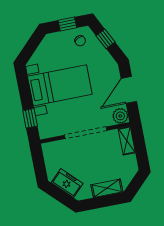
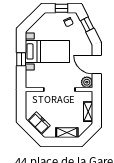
door: (129, 90) -> (97, 65), hinge flipped
window: (30, 118) -> (21, 59), moved
shelving: (127, 141) -> (88, 112), moved

